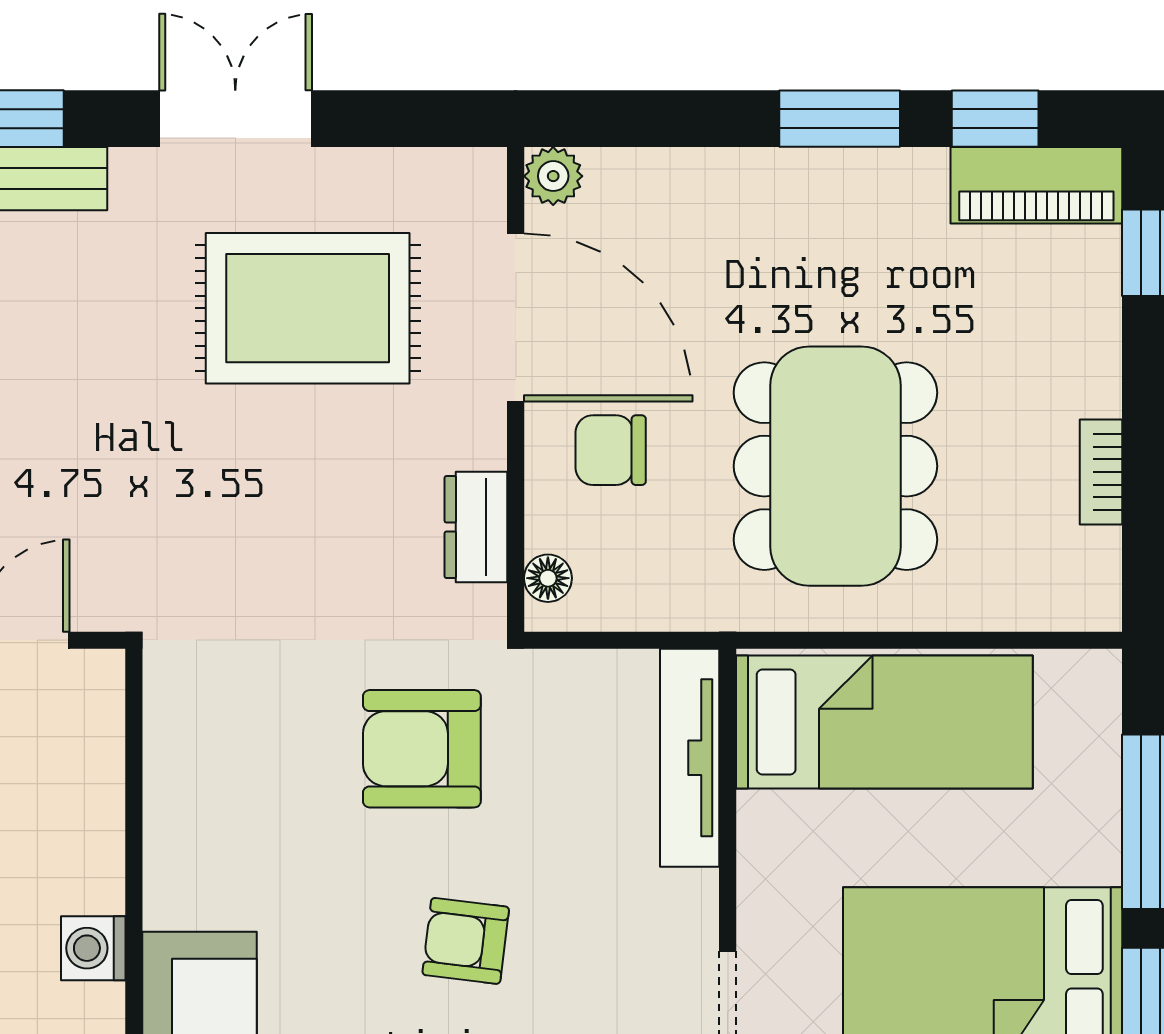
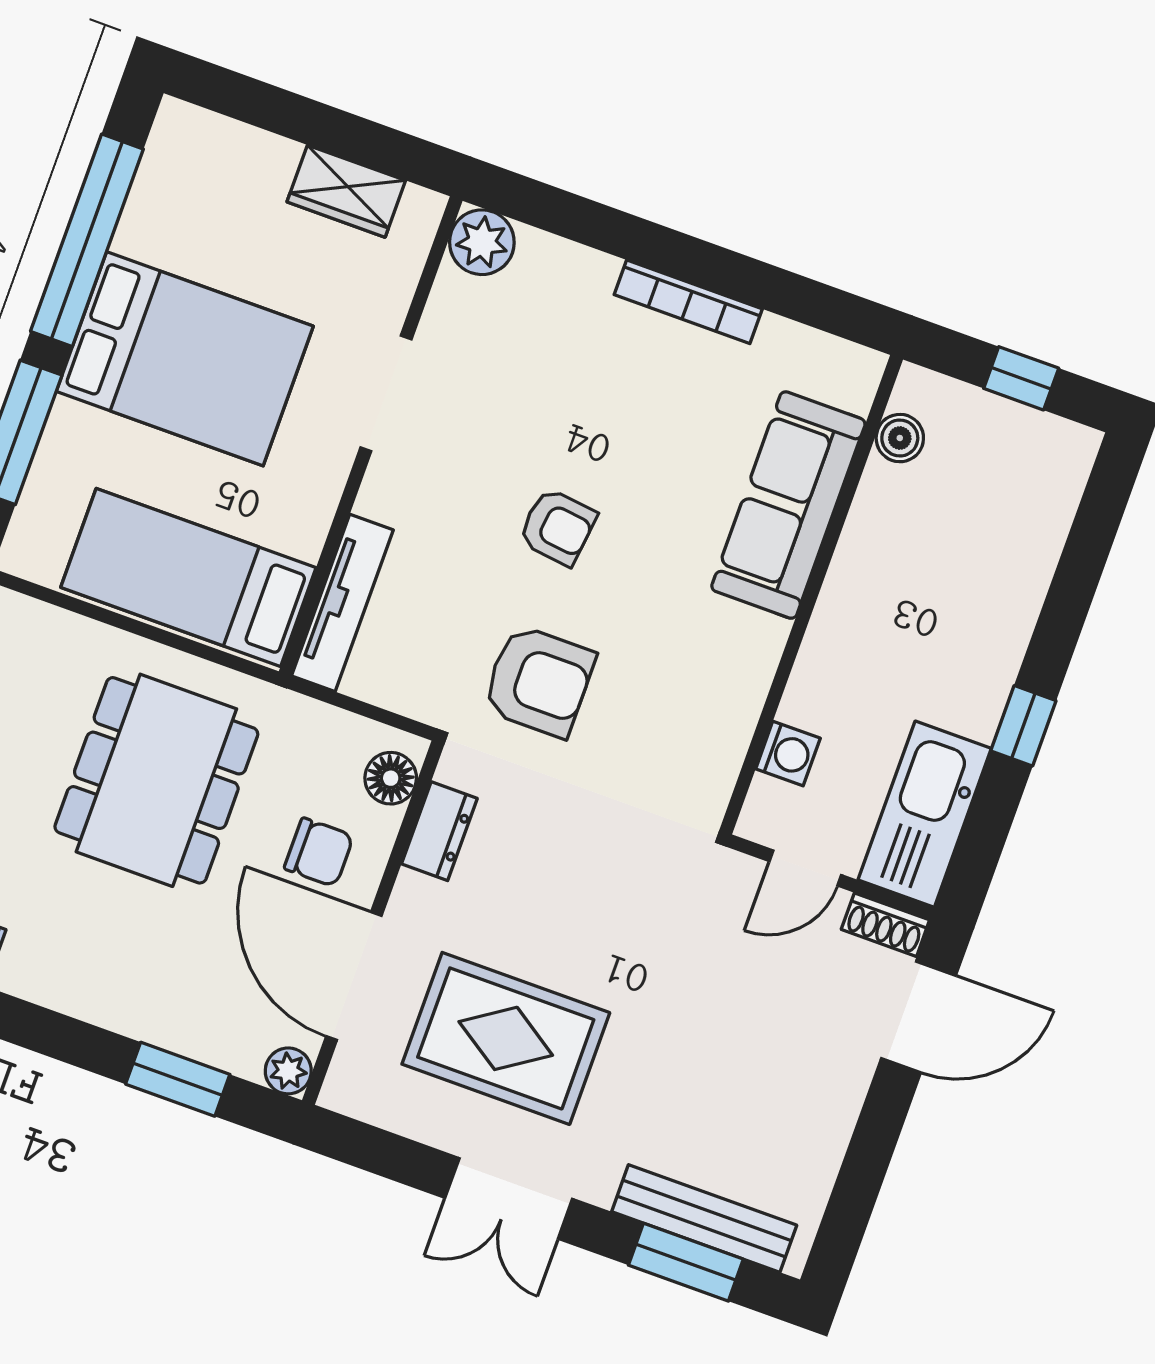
window: (840, 119) -> (178, 1079), moved
floor lamp: (548, 578) -> (391, 778), width x1.37, depth x1.37
washing machine: (93, 948) -> (788, 754), moved

